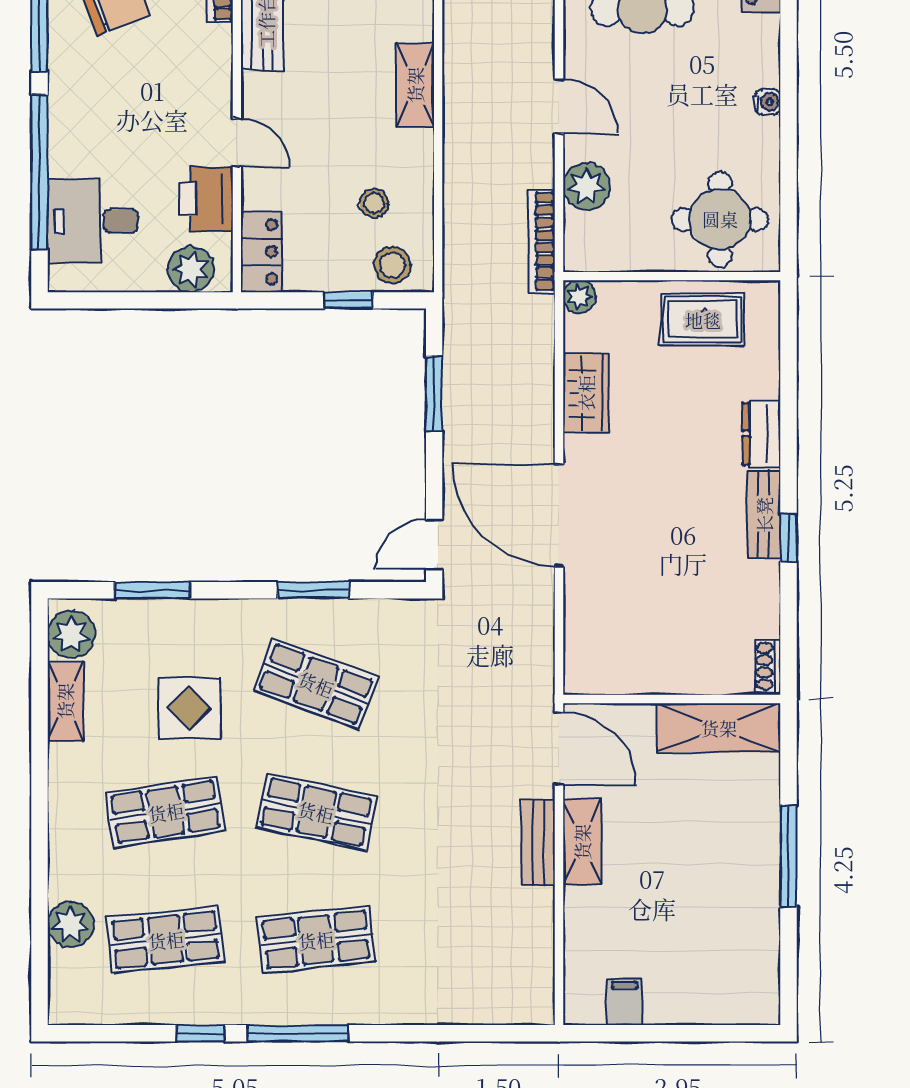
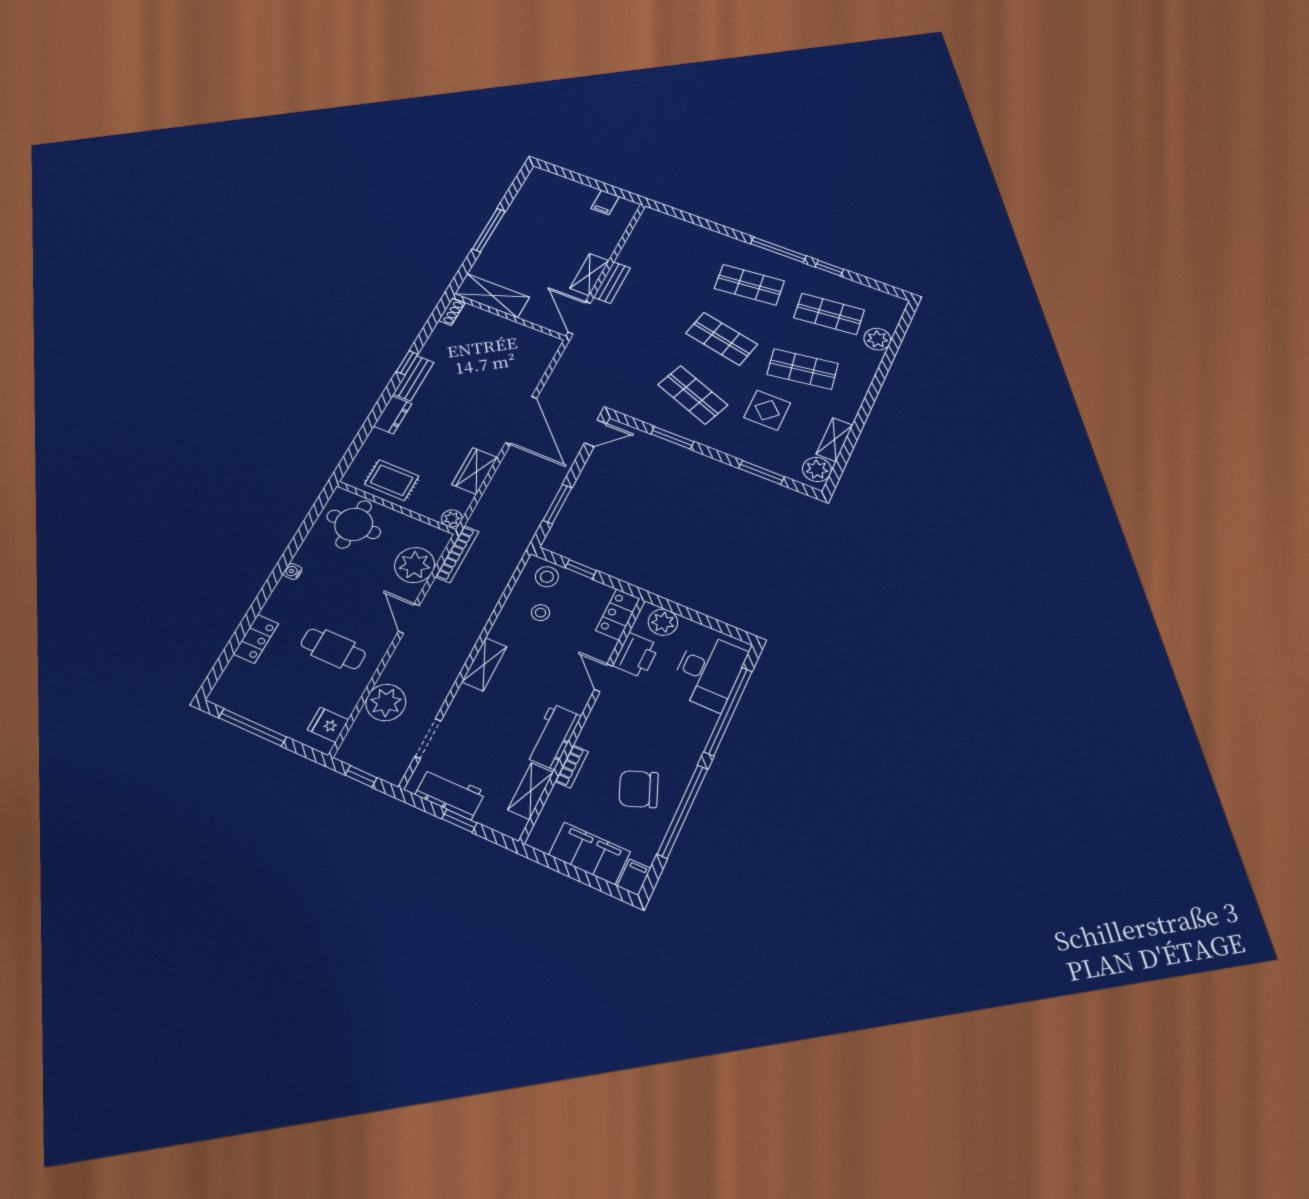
plant: (586, 186) -> (415, 565), width x1.36, depth x1.36
desk: (93, 221) -> (708, 671), width x1.37

